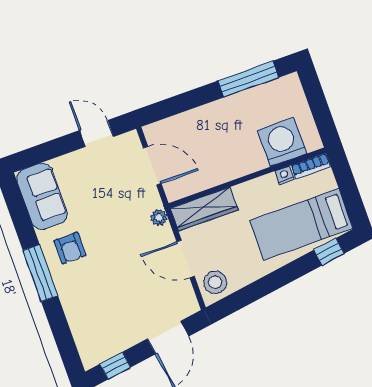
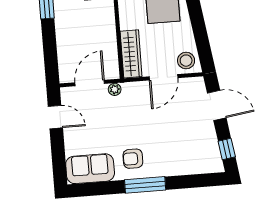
door: (96, 133) -> (55, 117), swing flipped
plant: (159, 218) -> (115, 89), moved
armchair: (70, 248) -> (133, 159), turned 180

